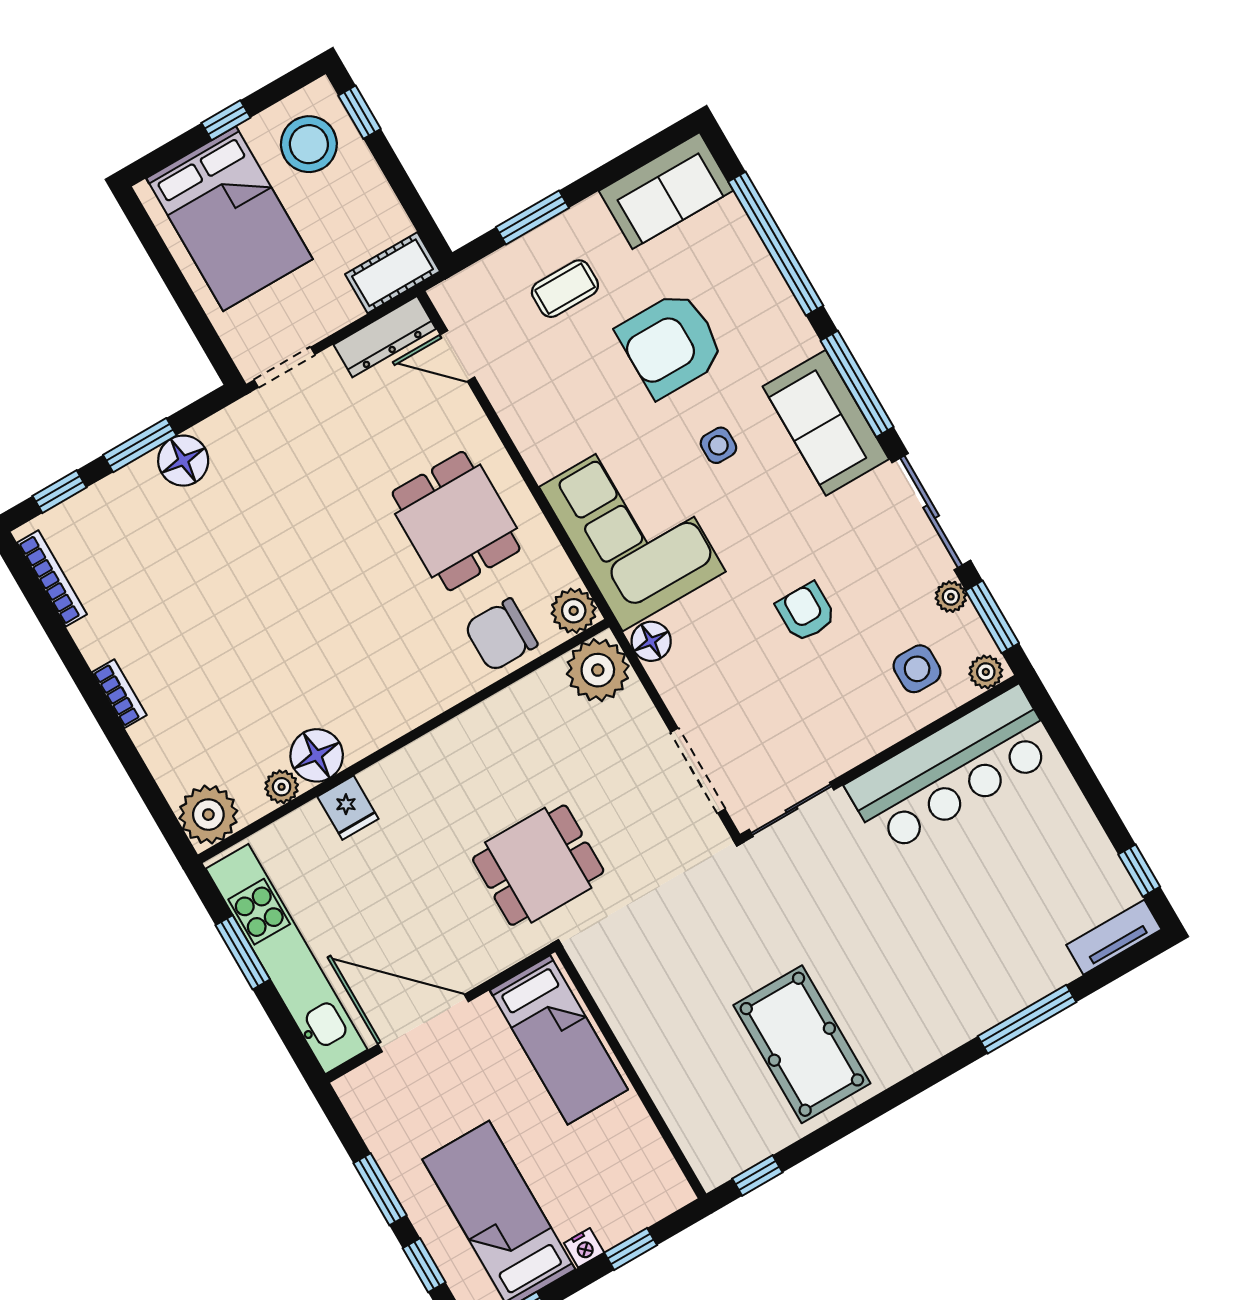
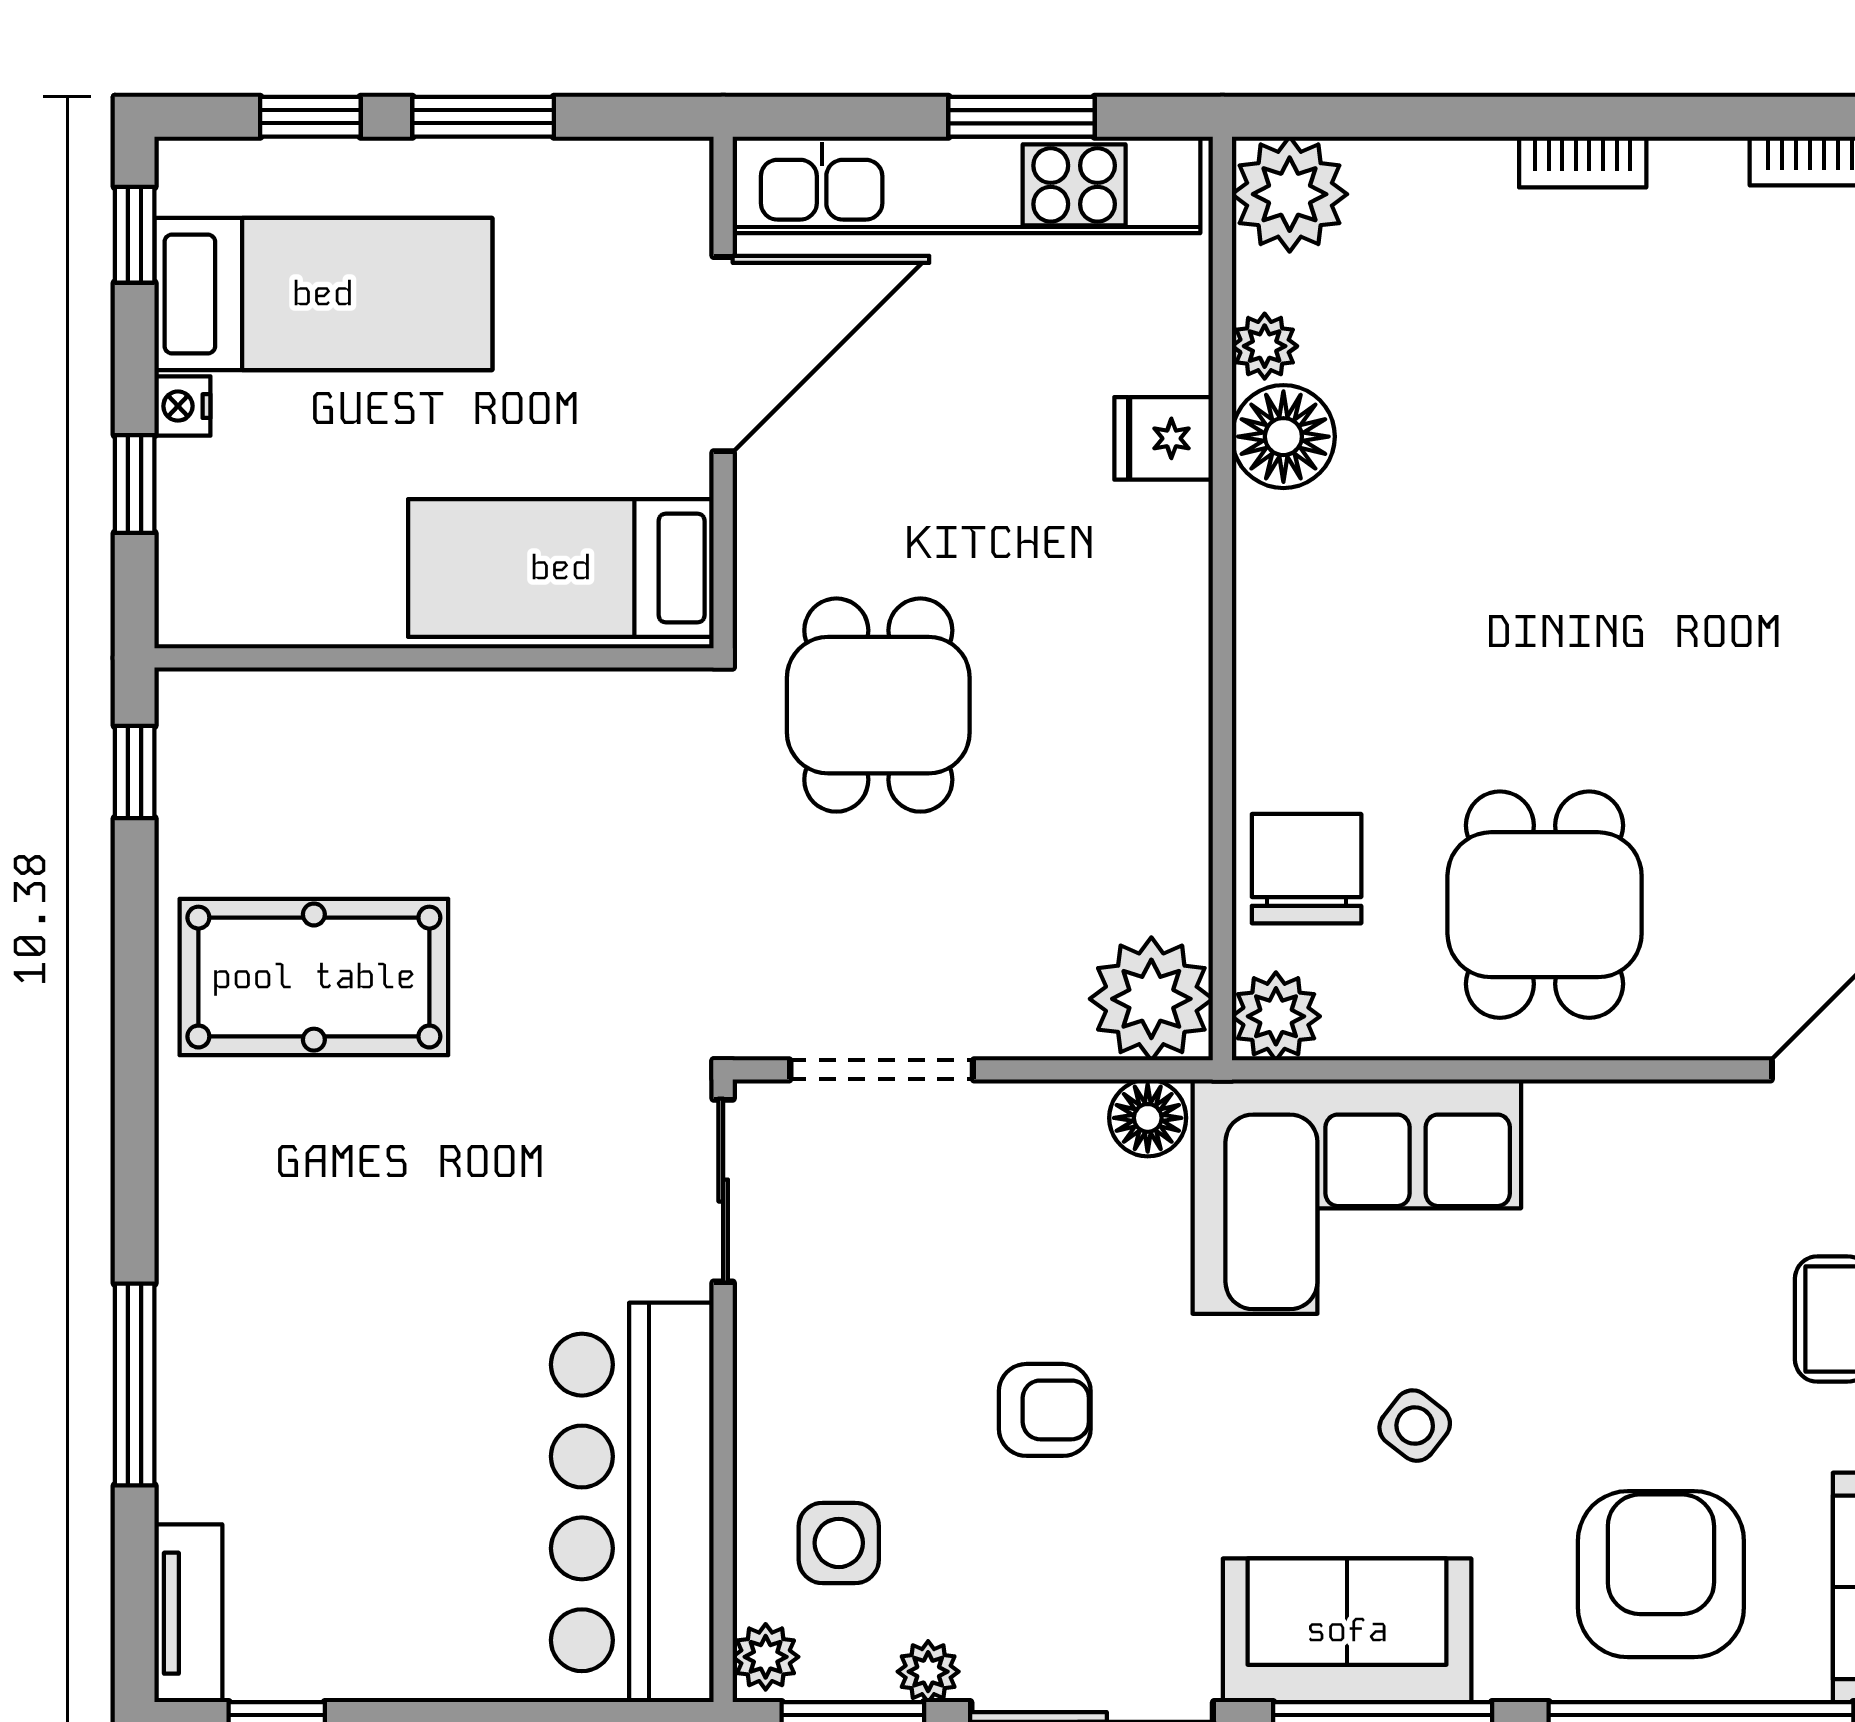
armchair: (671, 344) -> (1661, 1574), moved
side table: (718, 445) -> (1415, 1426), turned 38
dining table: (456, 521) -> (1545, 905), turned 90

